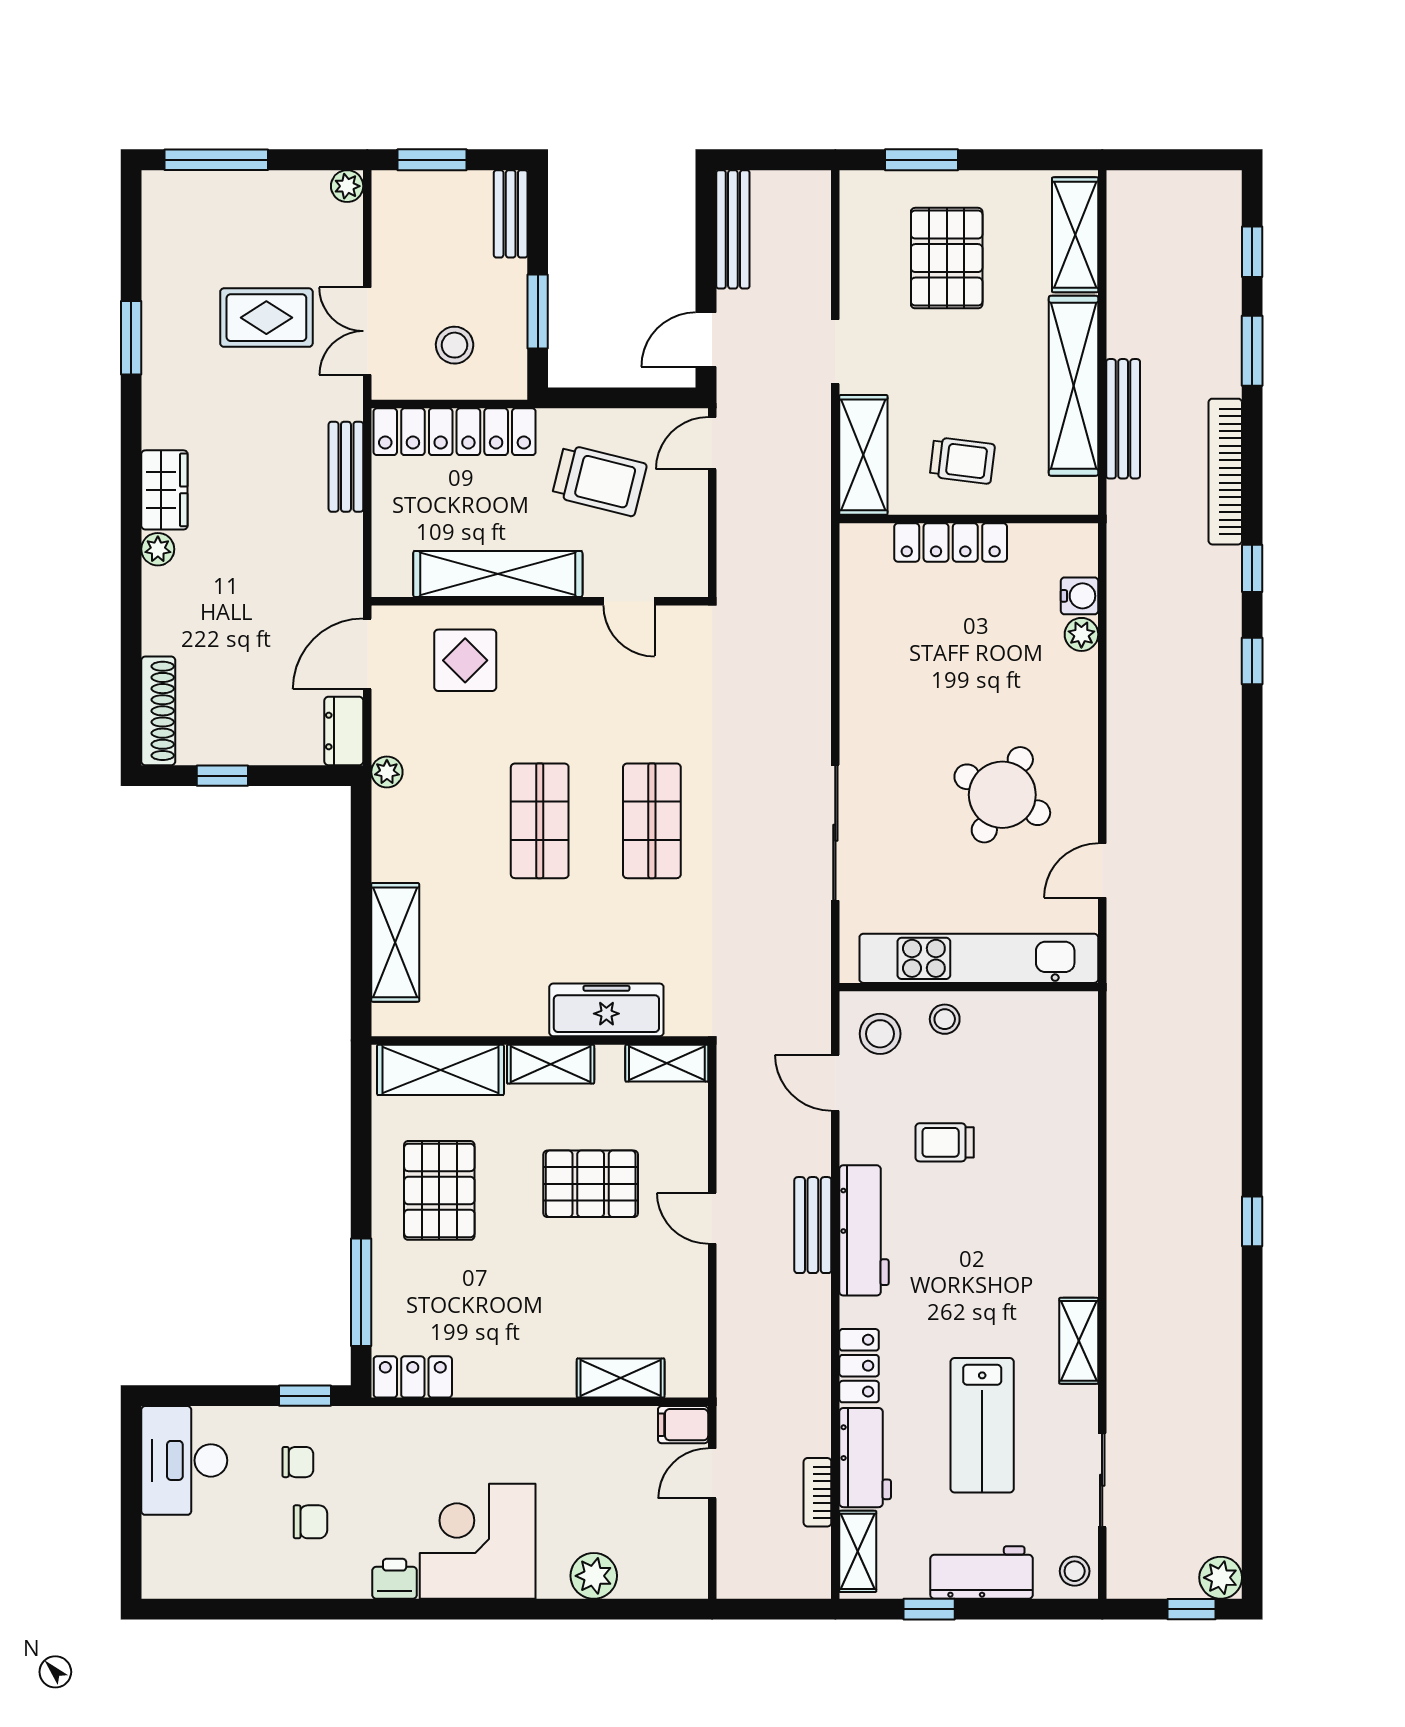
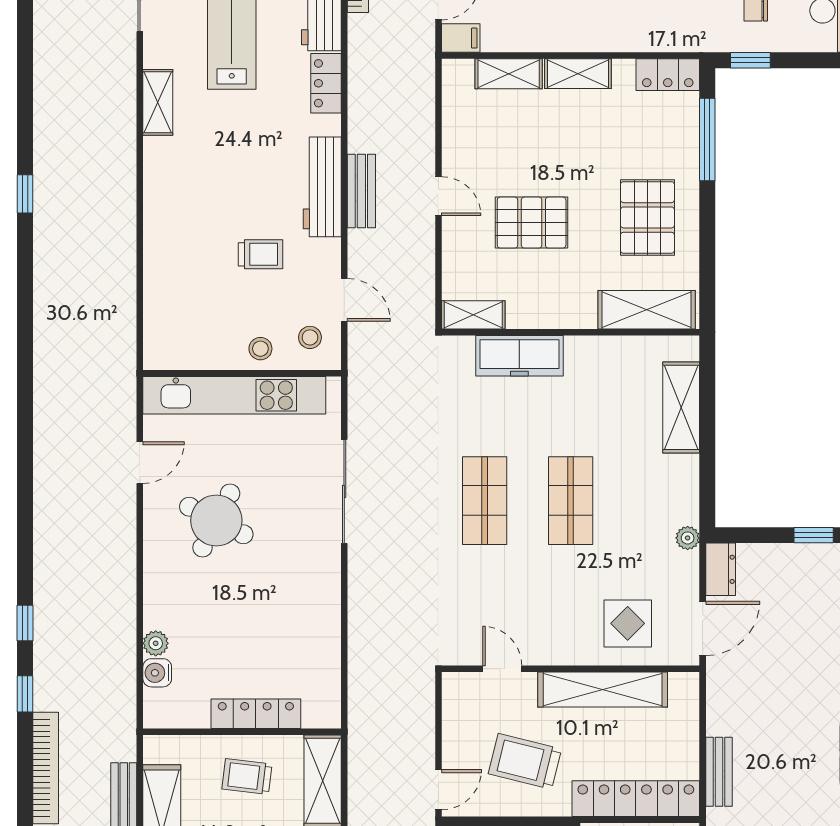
stool: (880, 1034) -> (310, 337), width x0.73, depth x0.73
shelving: (551, 1064) -> (578, 74), moved

